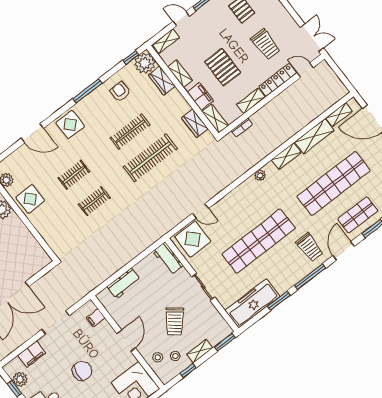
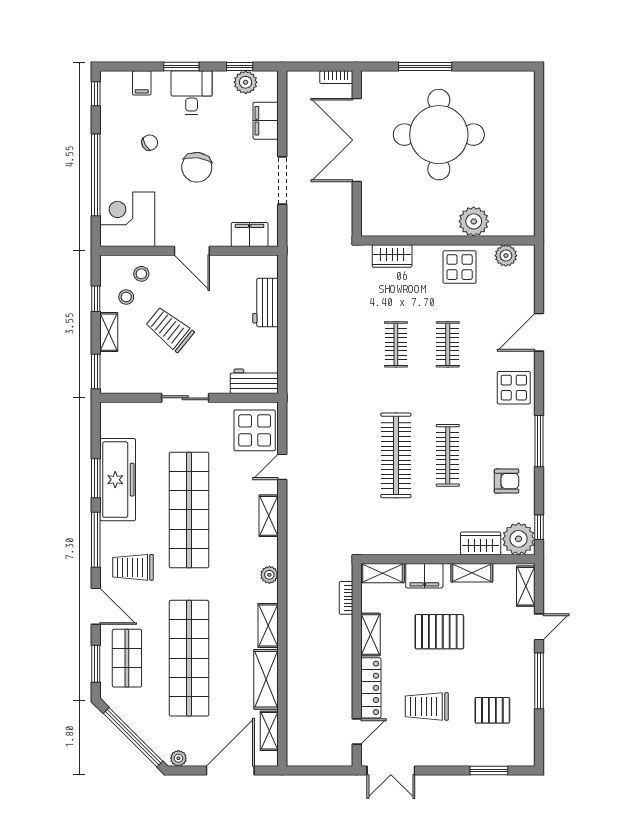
wardrobe: (195, 123) -> (392, 256), moved, turned 180
shelving: (230, 199) -> (269, 516), added
freezer: (253, 303) -> (118, 480), moved
filing cabinet: (96, 318) -> (250, 234), width x2.00

